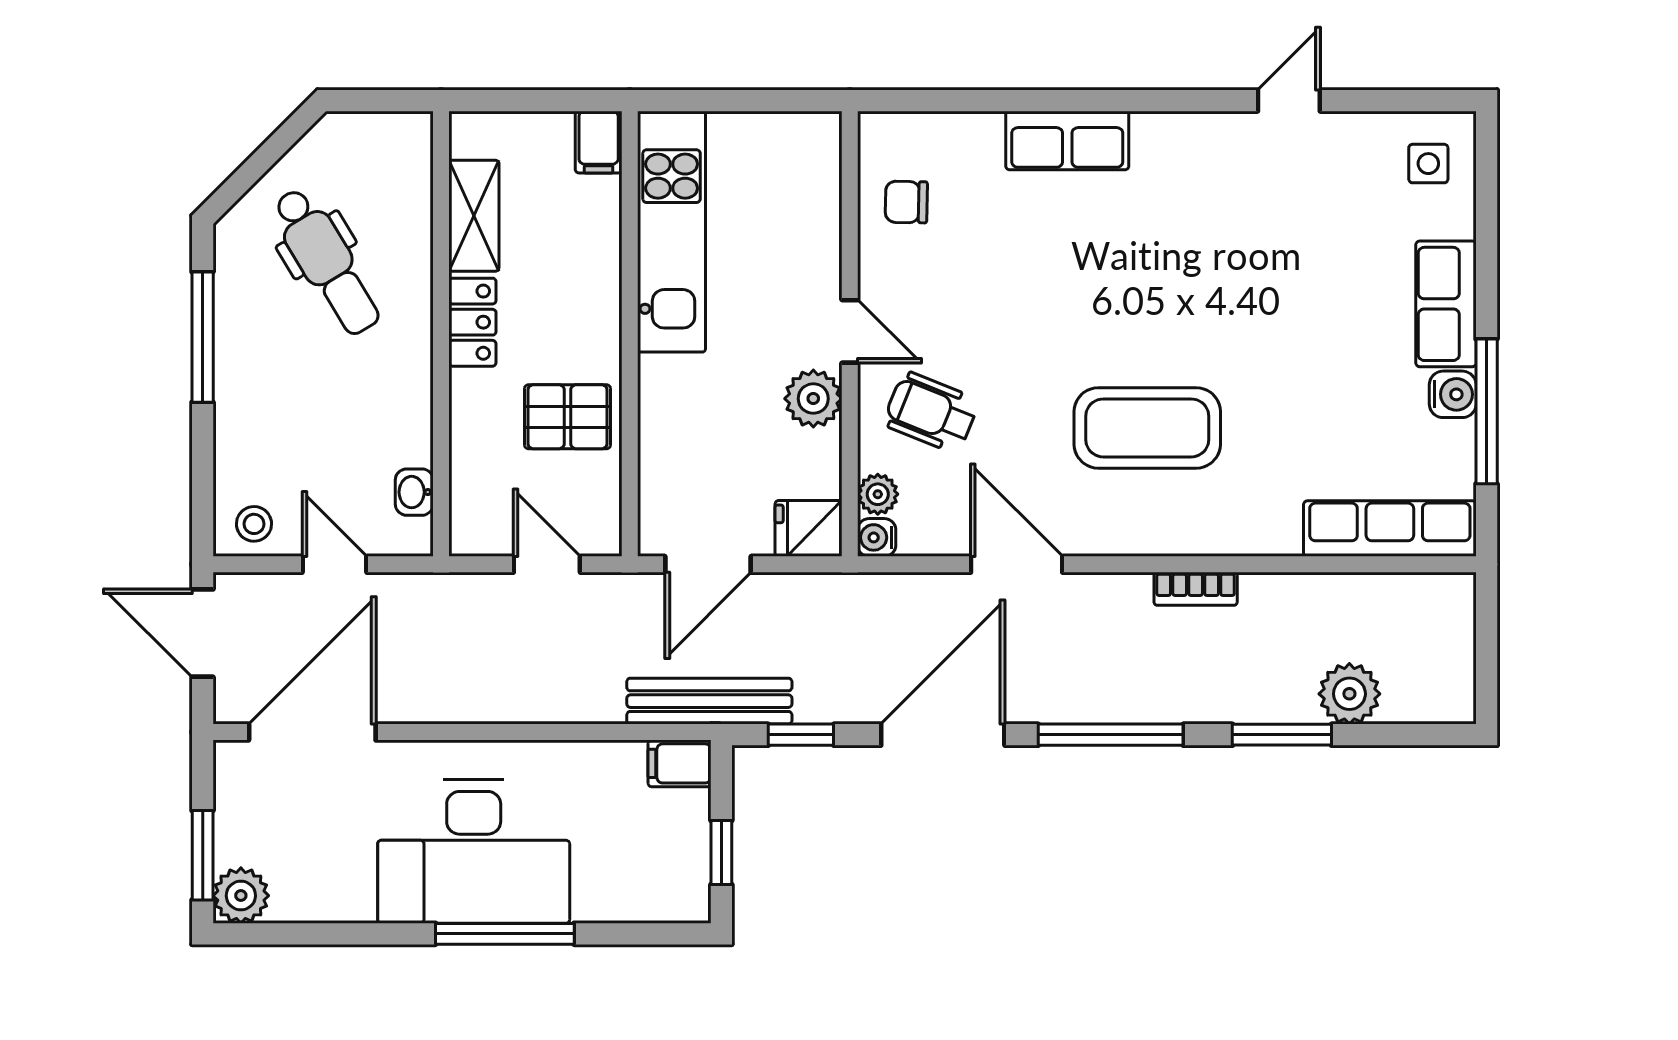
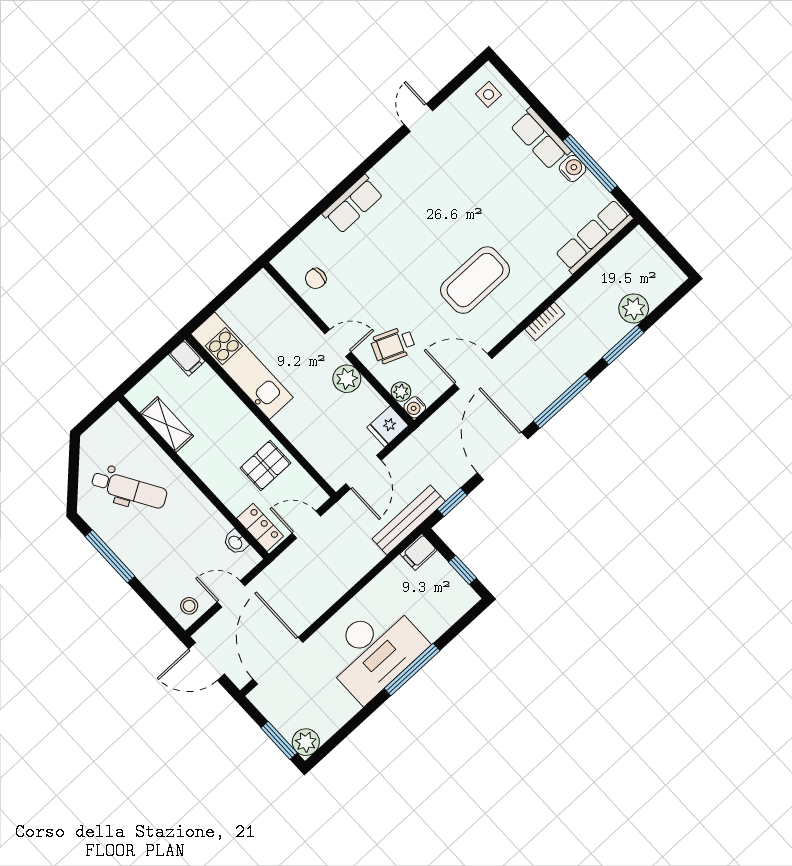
locker: (472, 322) -> (260, 527), moved

